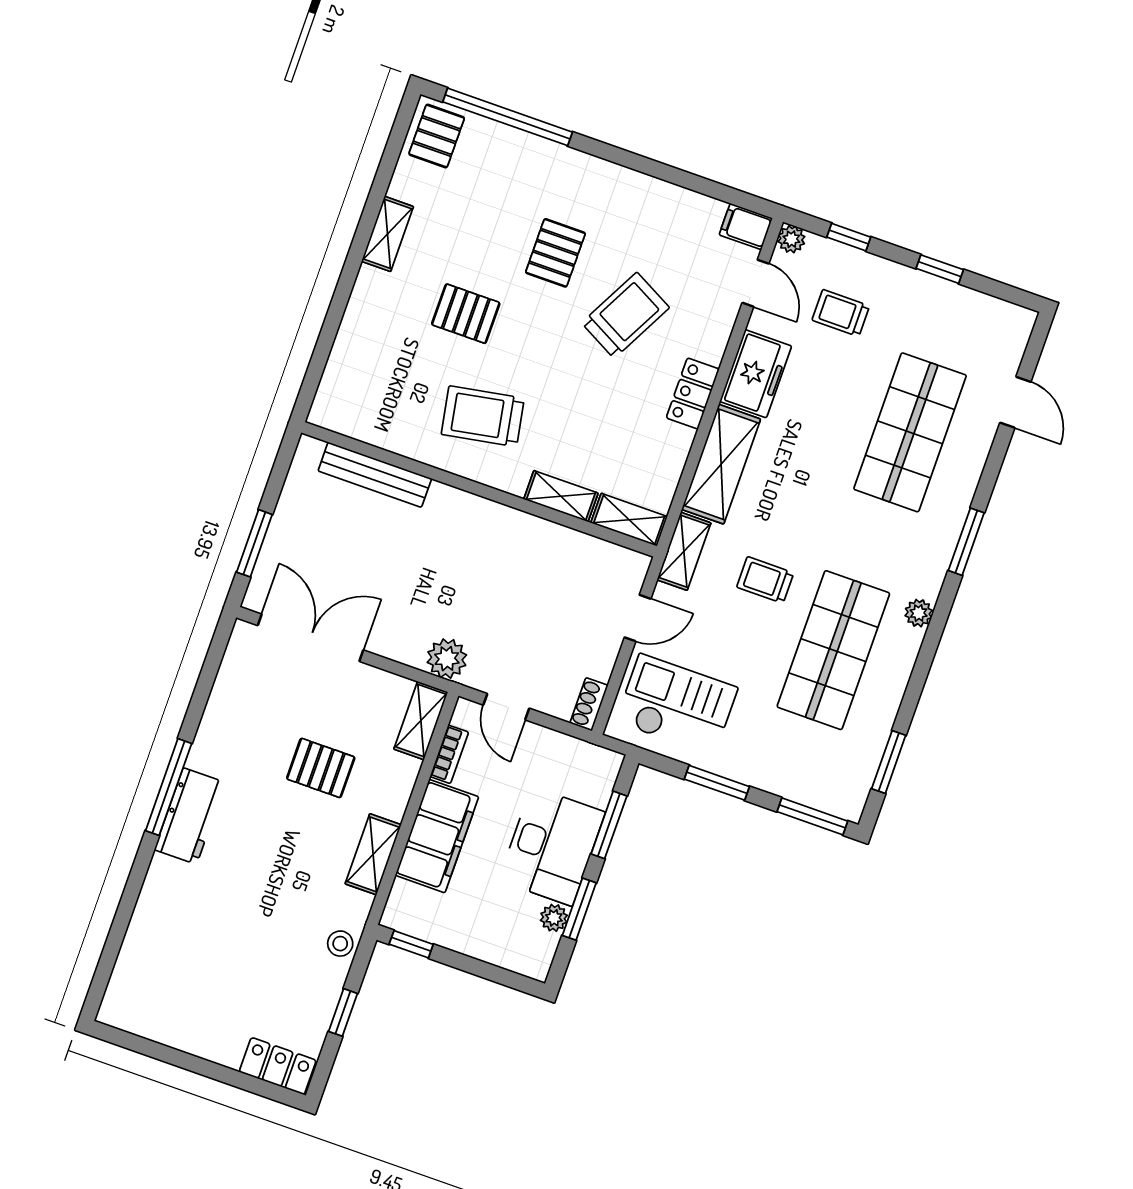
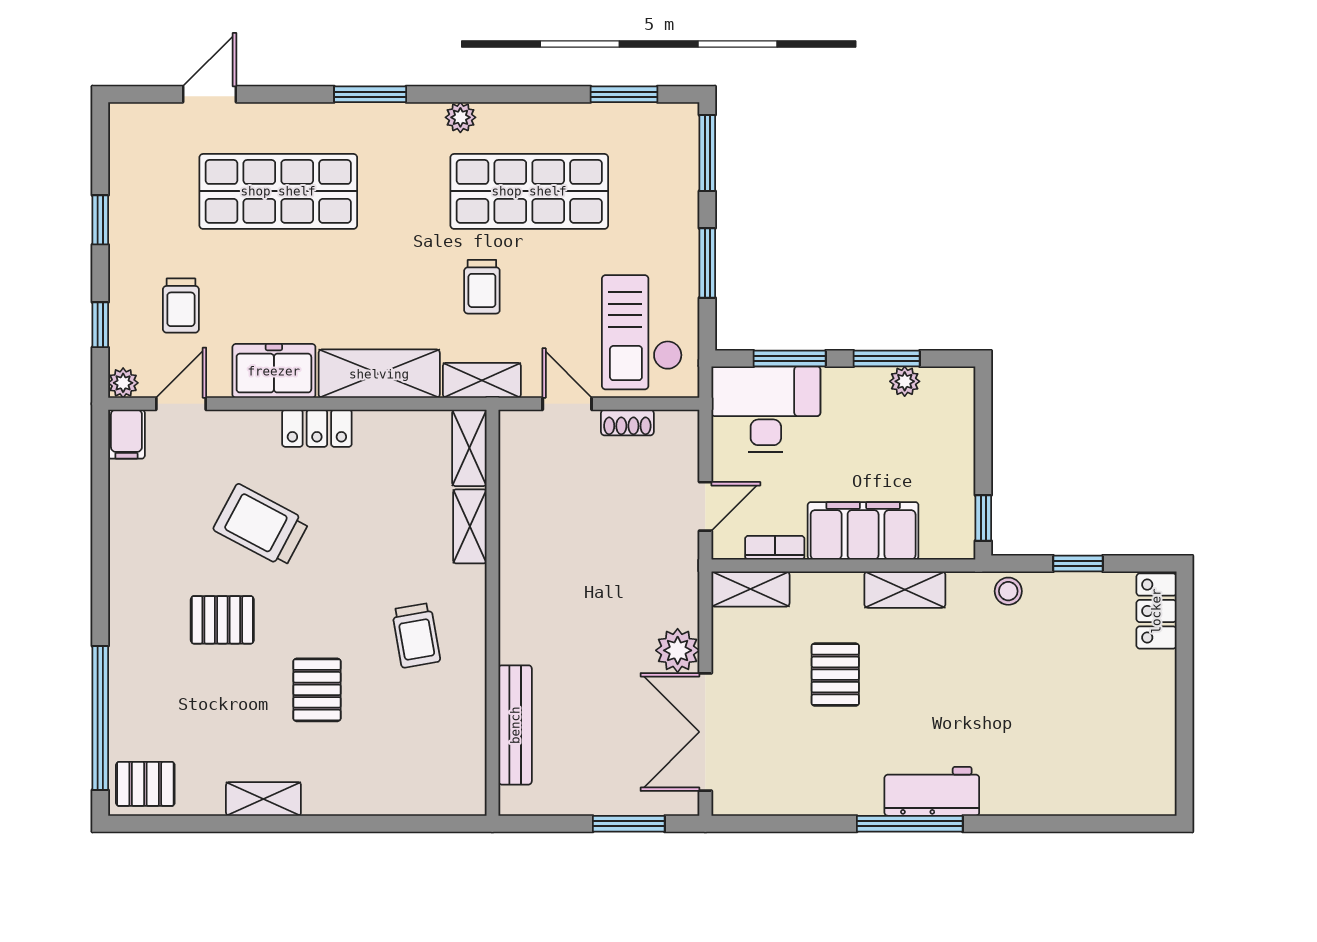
trolley: (483, 416) -> (416, 635), width x0.73, depth x0.72
plant: (447, 659) -> (678, 650), moved
shoe rack: (589, 704) -> (627, 423), moved
desk: (552, 846) -> (766, 409), moved

